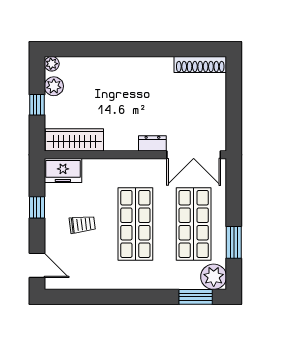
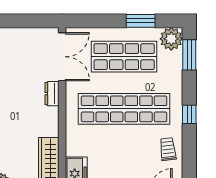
trolley: (82, 224) -> (168, 149), moved
shop shelf: (135, 224) -> (124, 109), width x1.40
window: (129, 297) -> (189, 114), added

